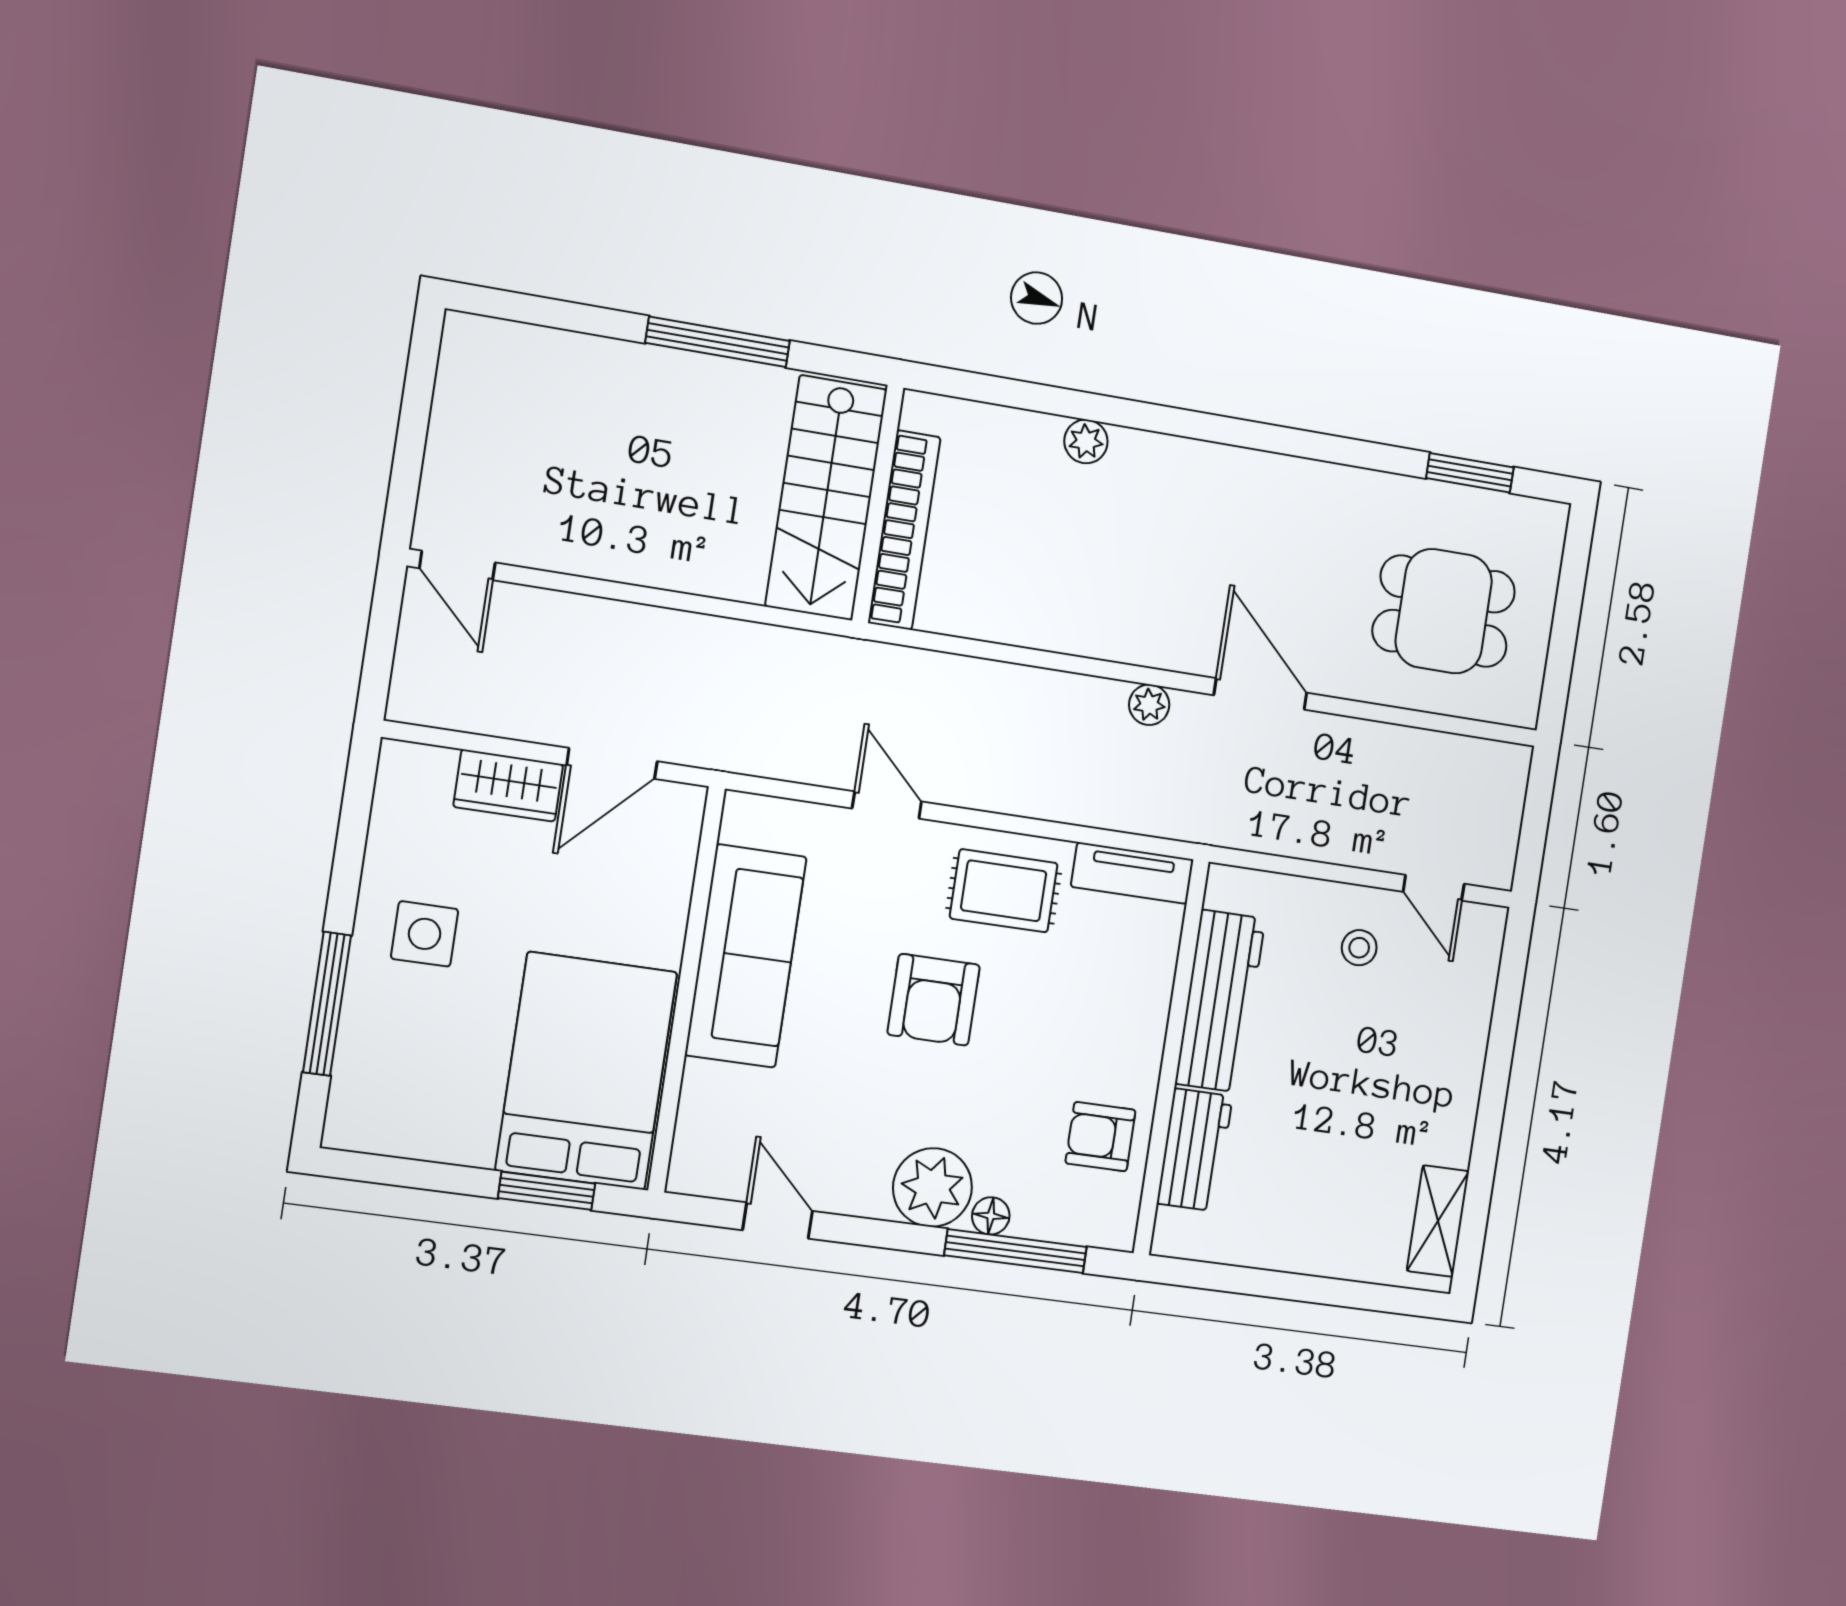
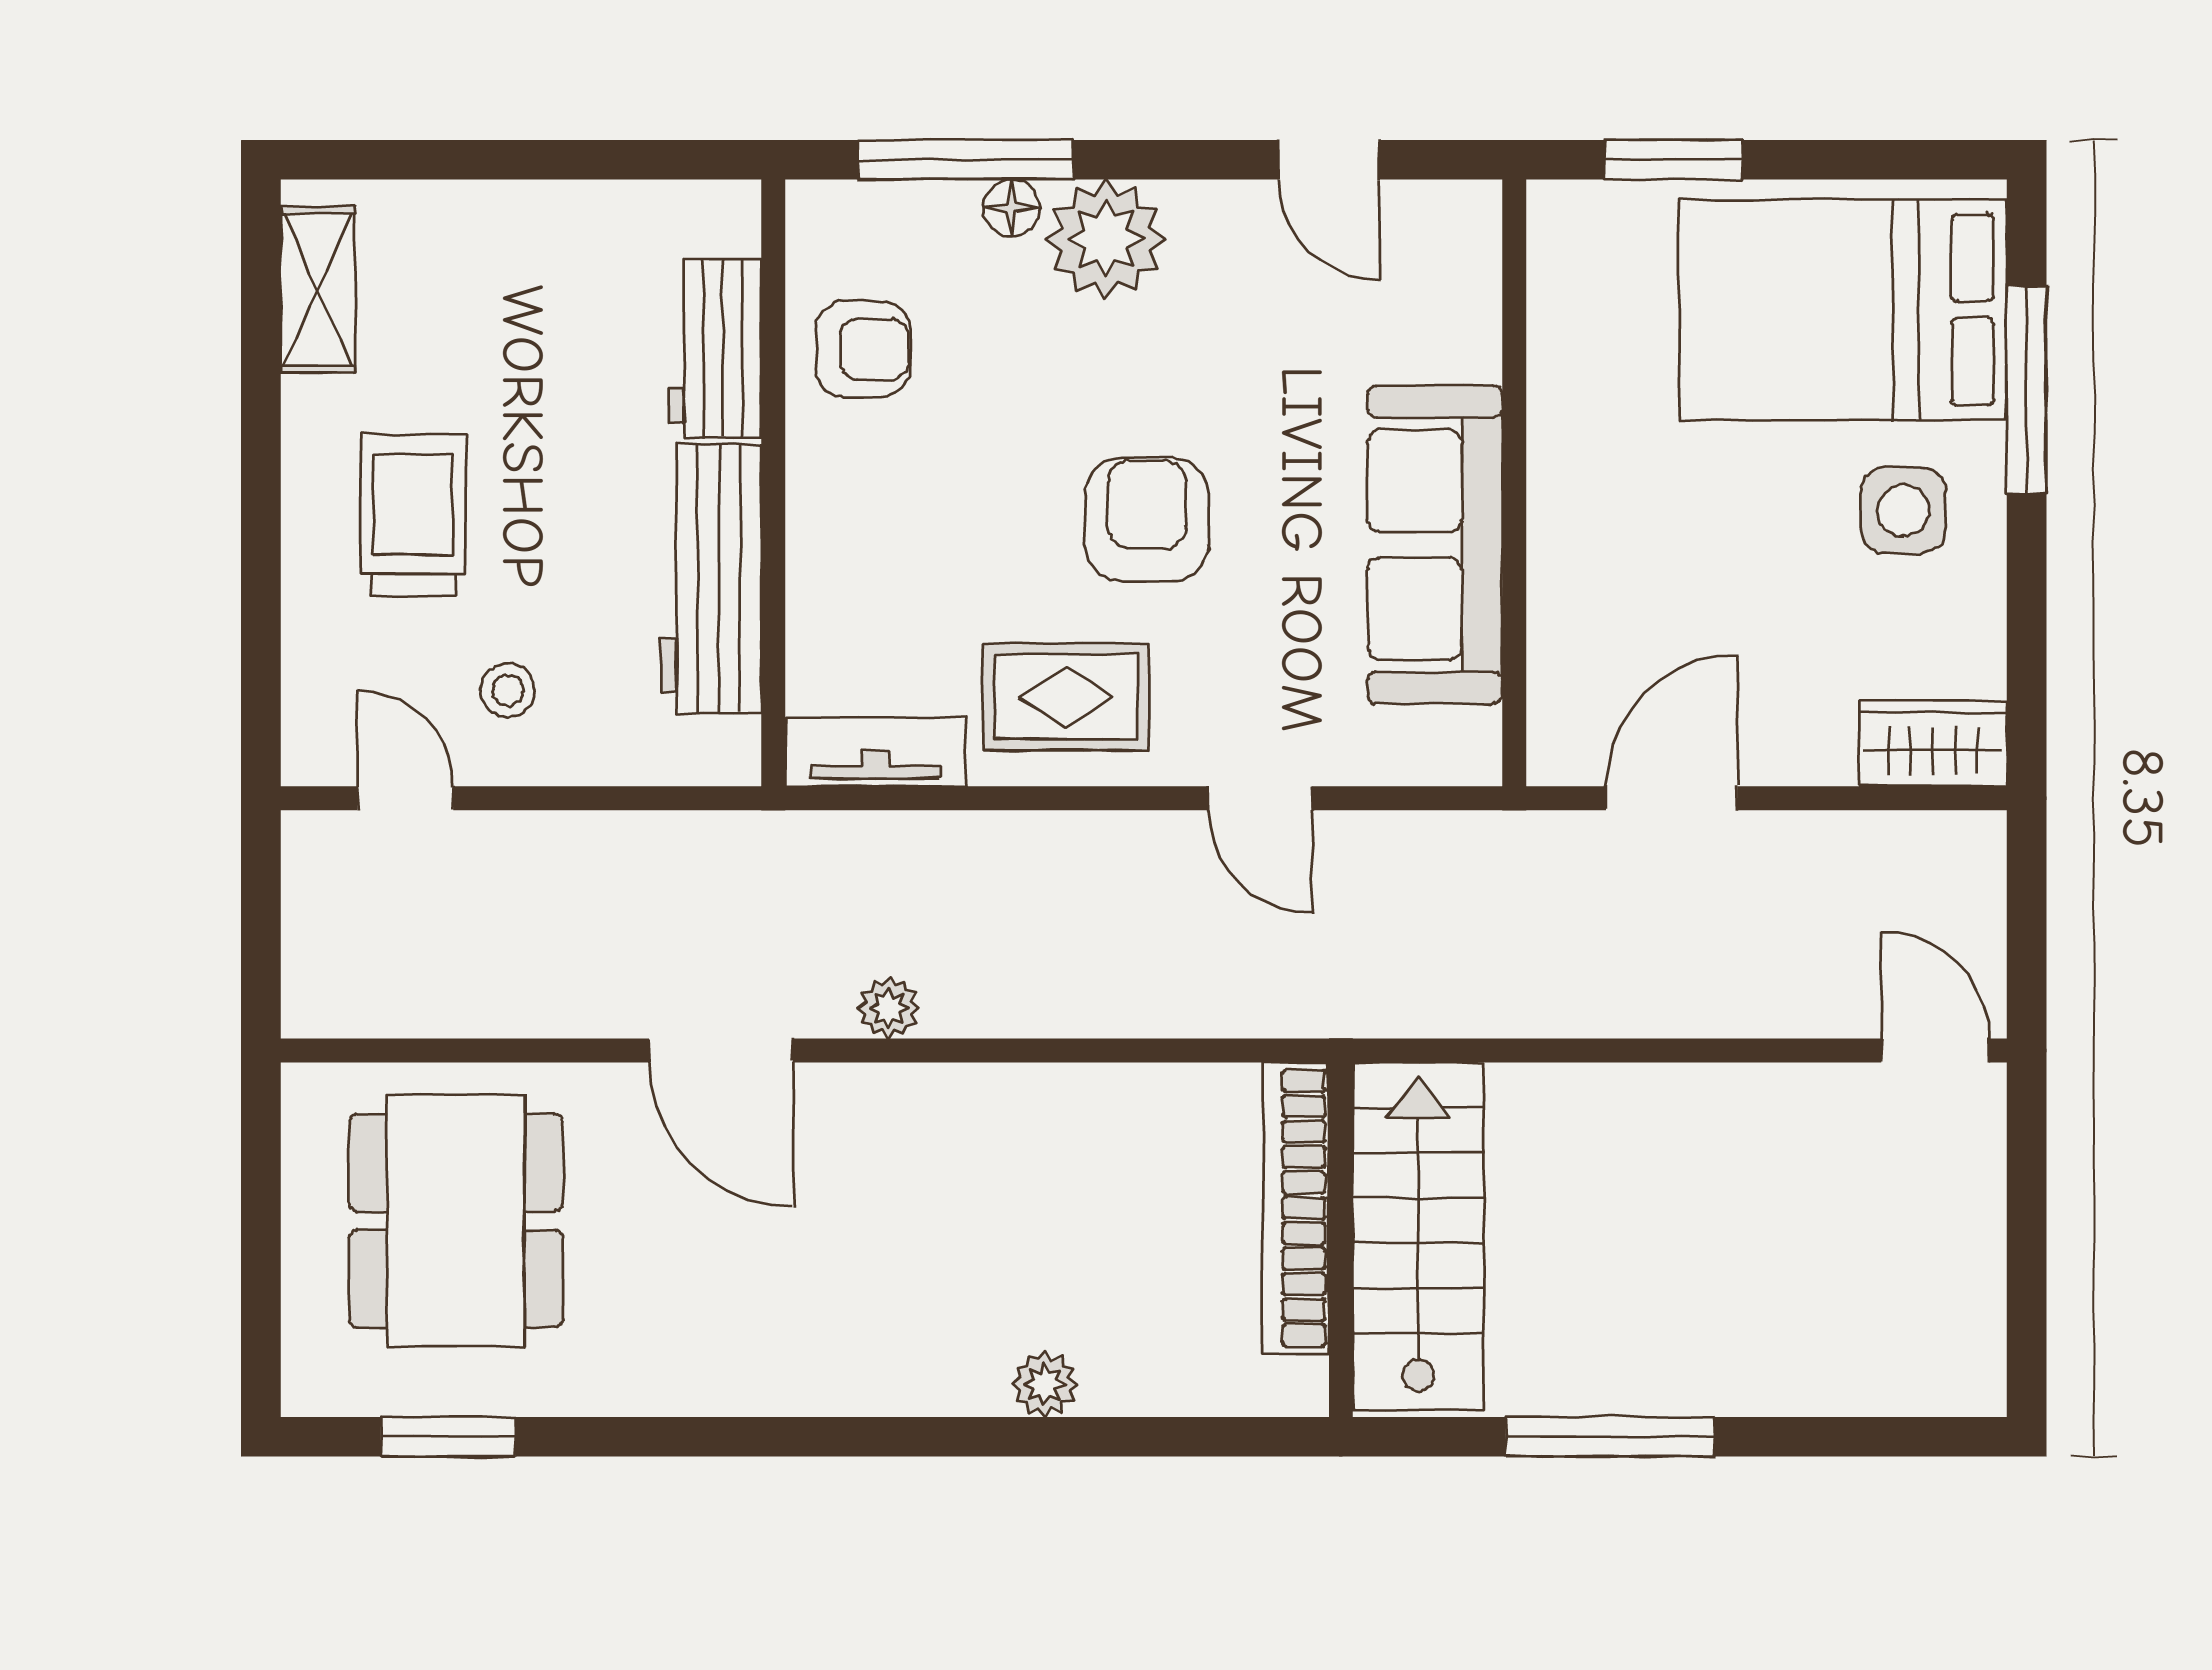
dining table: (1444, 611) -> (456, 1221), width x1.38
wardrobe: (508, 786) -> (1933, 743), moved
trolley: (1401, 1068) -> (413, 516), added
bed: (586, 1071) -> (1843, 310), moved, turned 90

